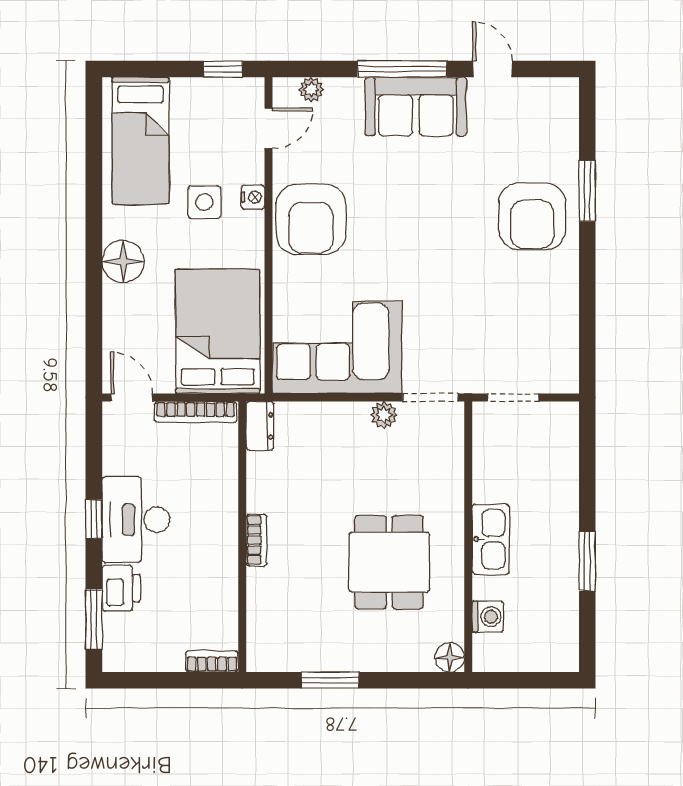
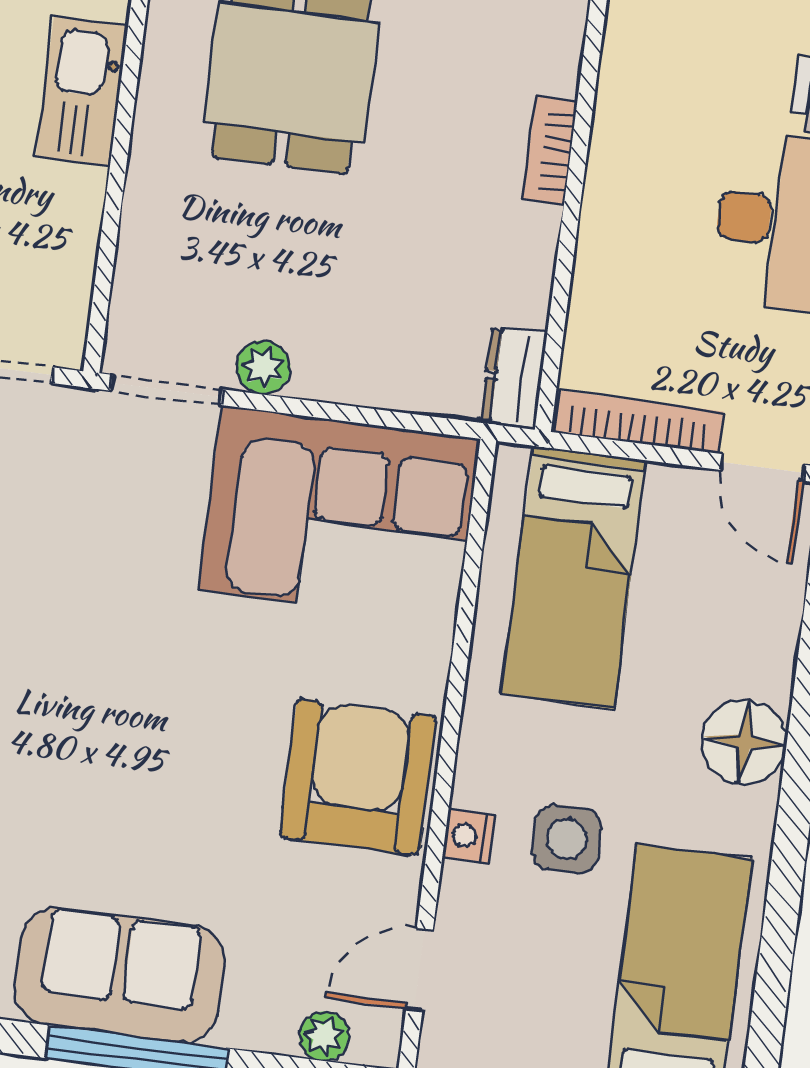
bed: (218, 331) -> (574, 577), width x0.67

